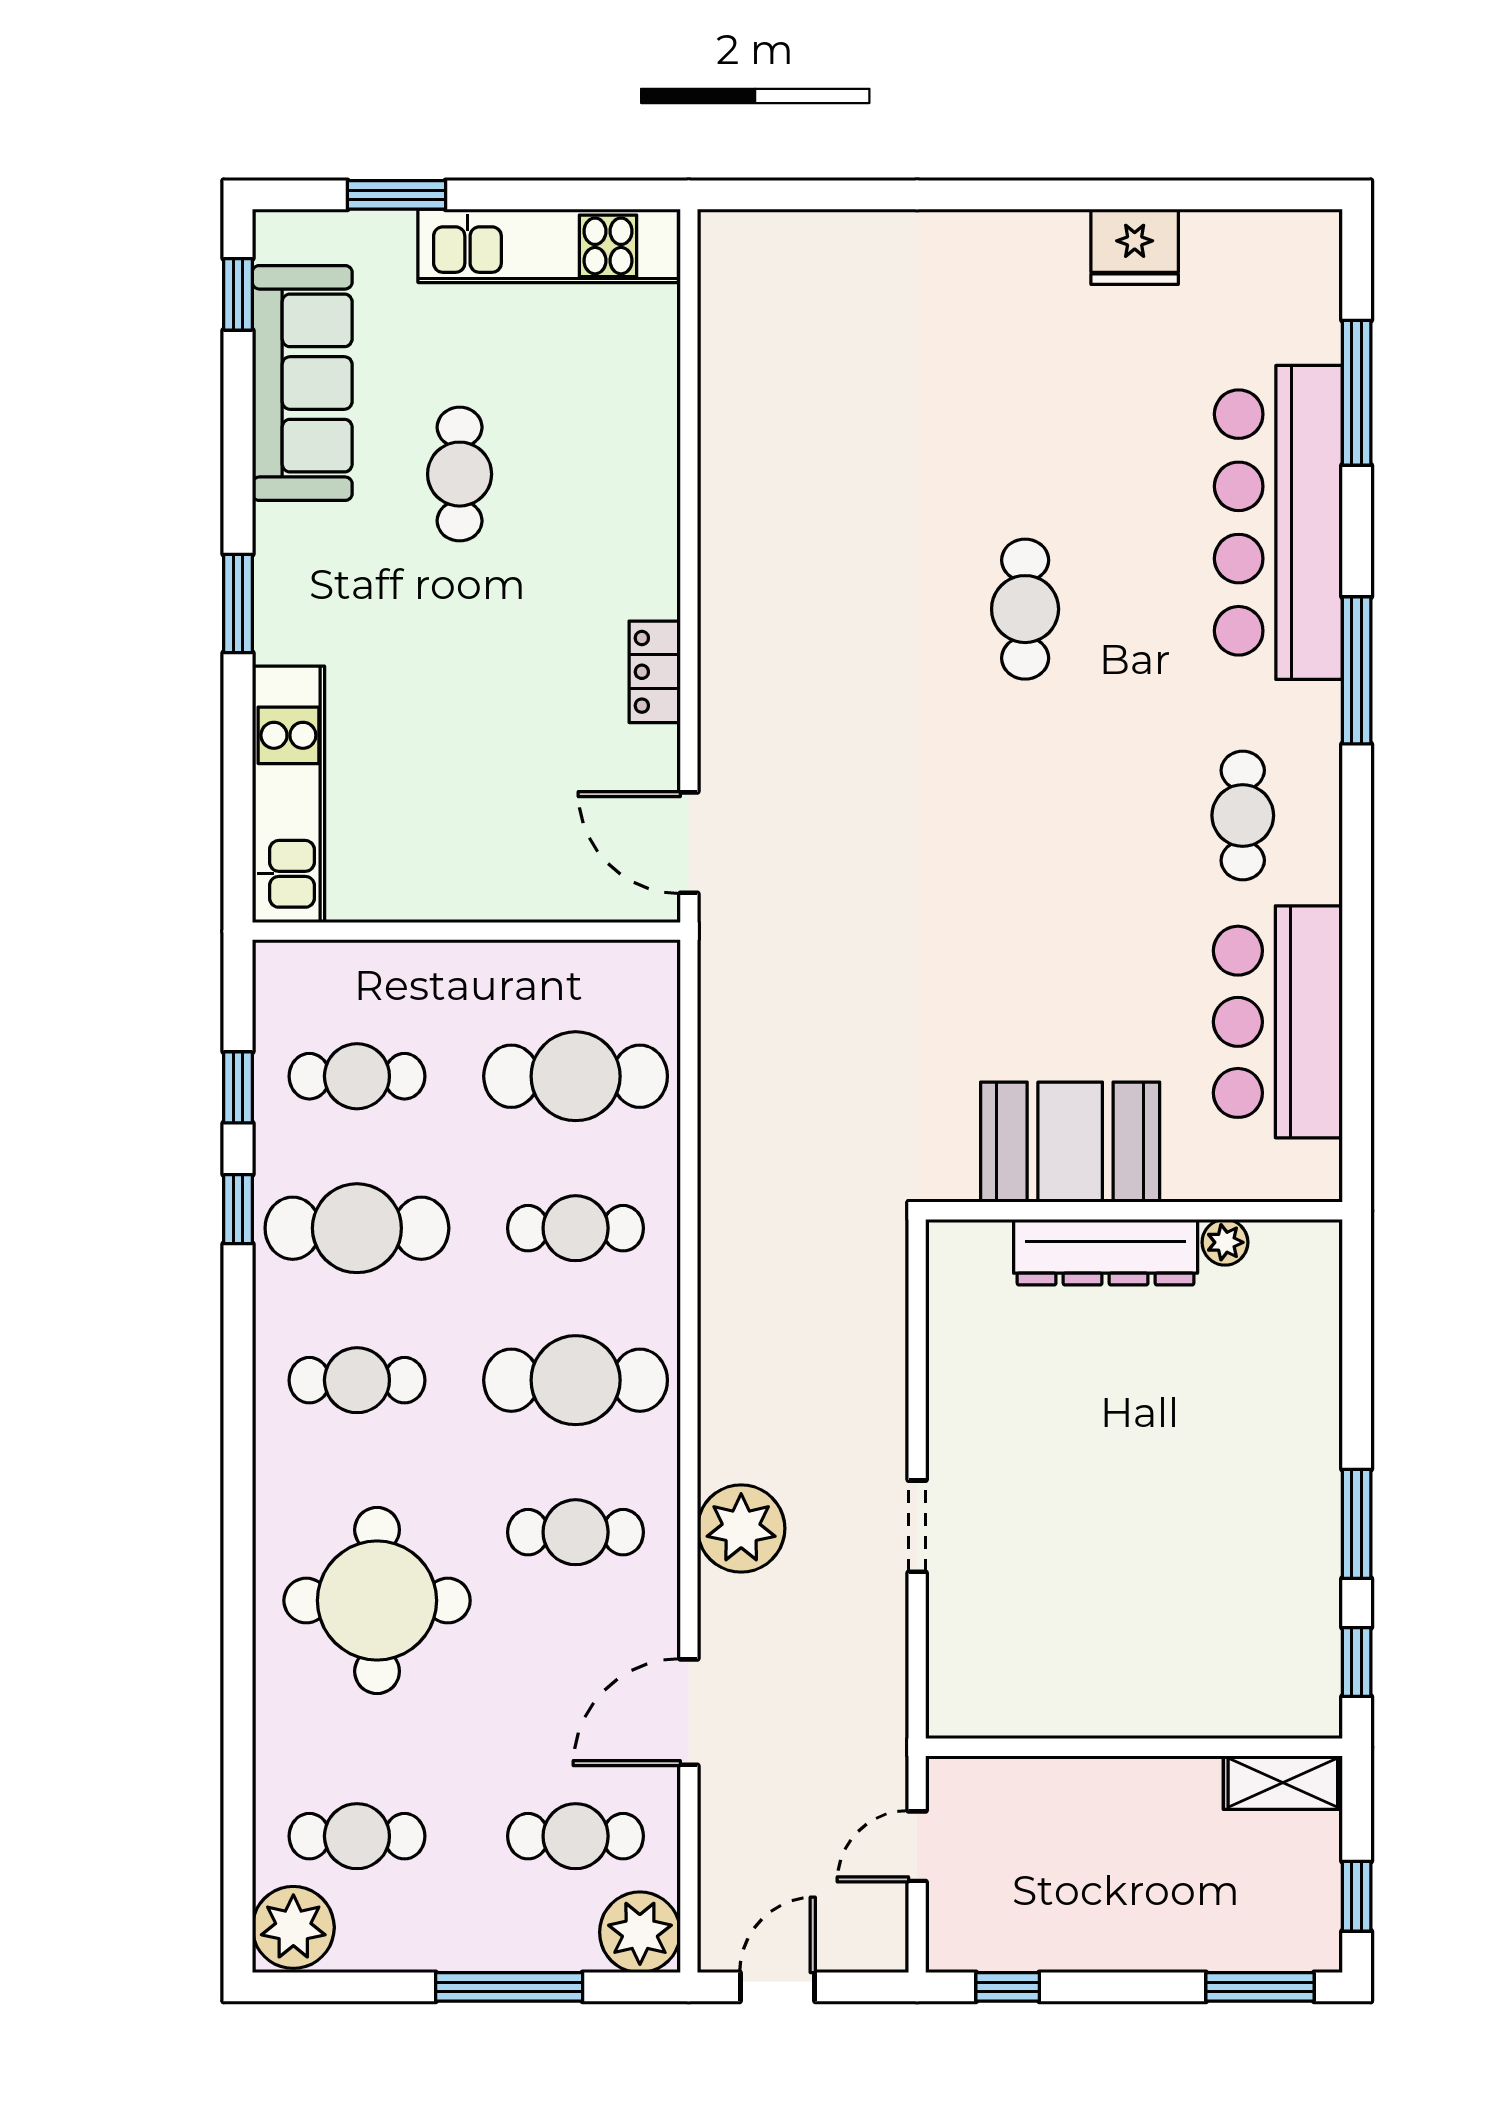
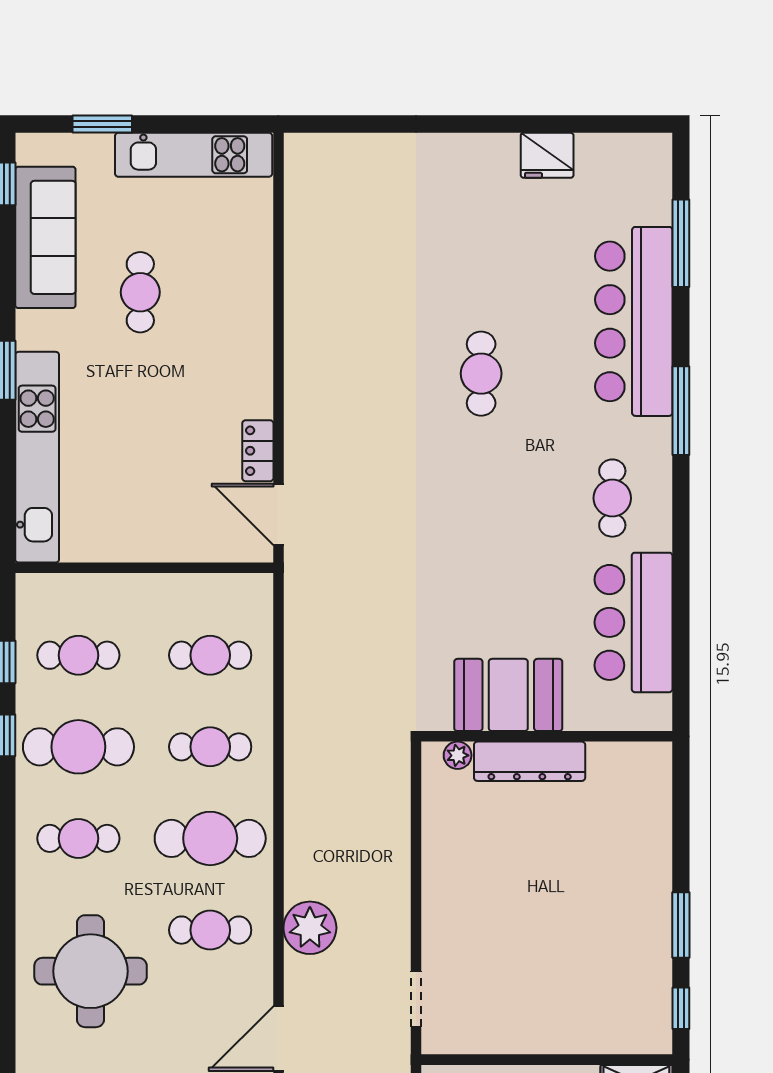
locker: (655, 672) -> (258, 451), moved
kitchen unit: (288, 794) -> (37, 457), width x1.36
cafe table: (576, 1076) -> (210, 655), width x0.73, depth x0.74
plant: (1225, 1242) -> (458, 755), moved
doorway: (917, 1526) -> (416, 999), moved

